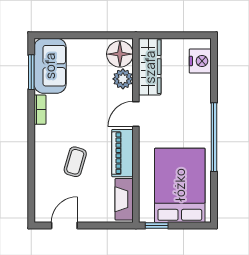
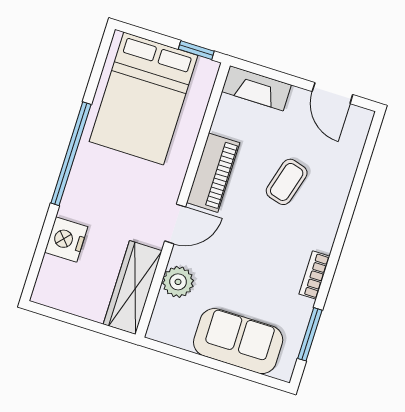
floor lamp: (120, 54) -> (171, 320), removed
nightstand: (200, 61) -> (66, 240), moved
sofa: (50, 66) -> (238, 341), moved, turned 90
fireplace: (124, 199) -> (256, 88), moved, turned 90
door: (64, 226) -> (332, 93), hinge flipped

